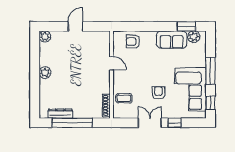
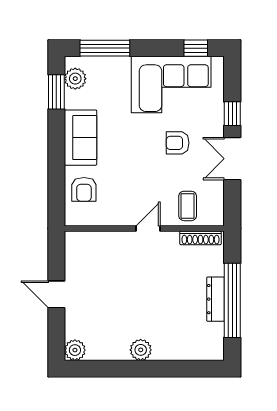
sofa: (172, 40) -> (80, 138), moved
door: (112, 63) -> (148, 228), moved
window: (210, 71) -> (105, 48), moved
dresser: (60, 114) -> (216, 299), moved

